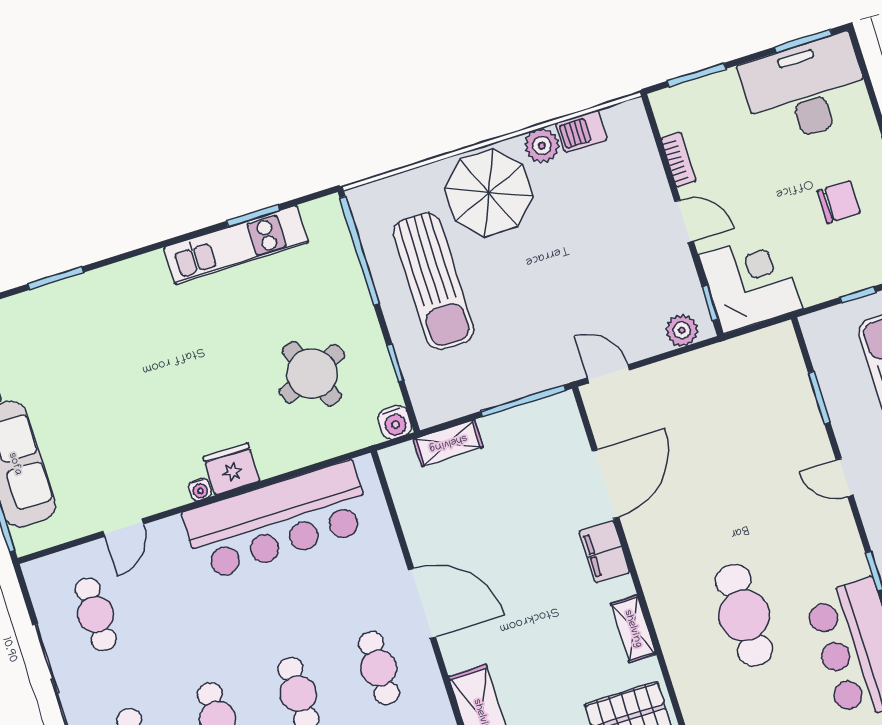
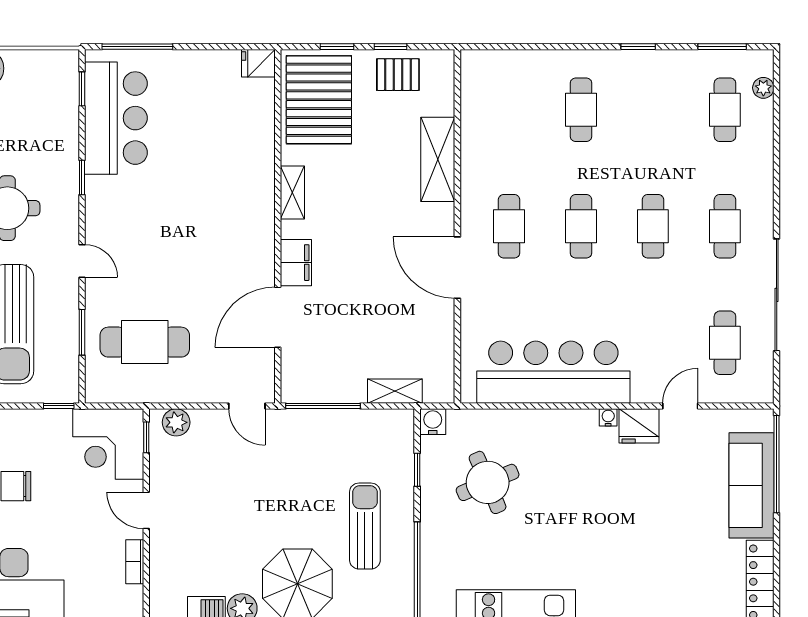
sun lounger: (434, 281) -> (365, 526), width x0.73, depth x0.75
window: (858, 295) -> (59, 406), moved
fridge: (232, 469) -> (639, 426), moved
cafe table: (744, 615) -> (145, 342), moved, turned 90

